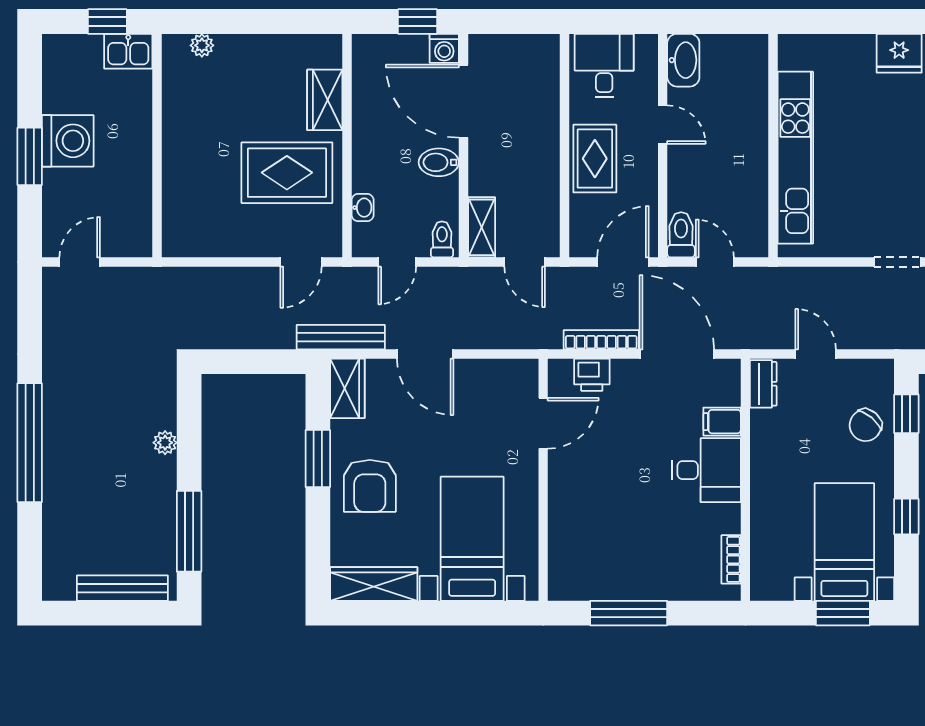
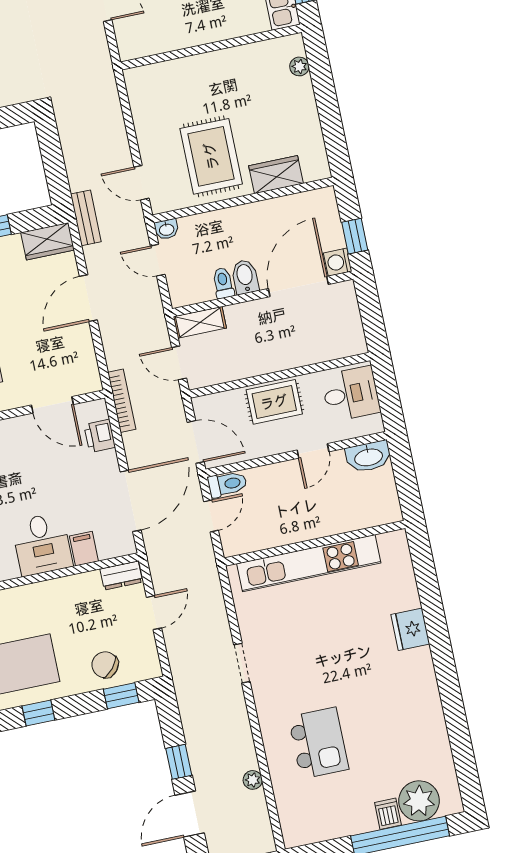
washbasin: (363, 208) -> (167, 229), moved
toilet: (442, 239) -> (223, 283), moved, turned -90
door: (525, 262) -> (179, 363), hinge flipped
bench: (341, 337) -> (86, 218), width x0.73
bookcase: (601, 340) -> (122, 401), moved

